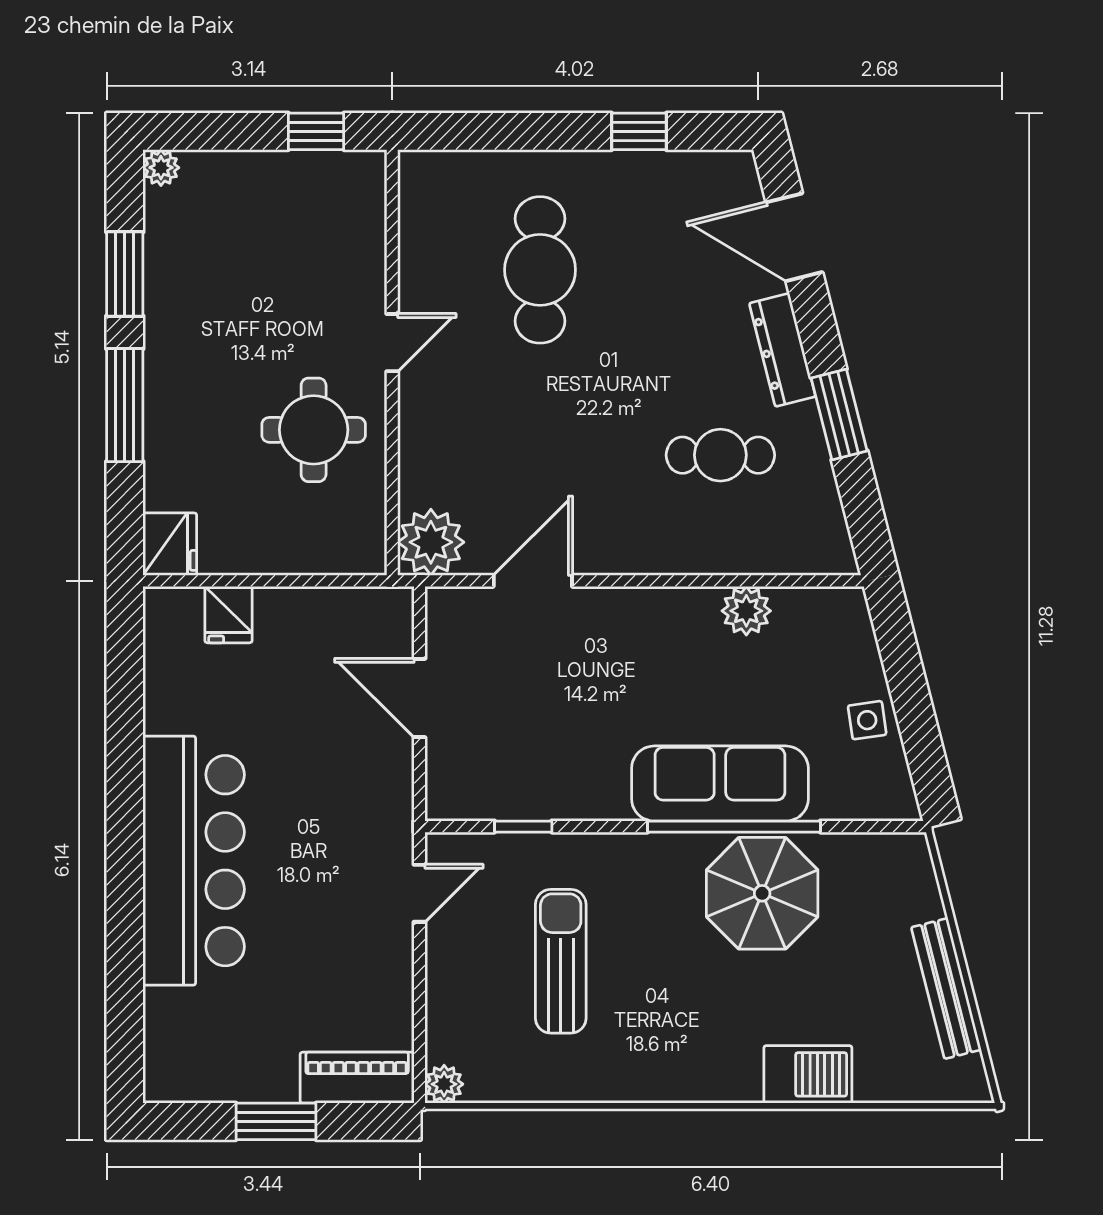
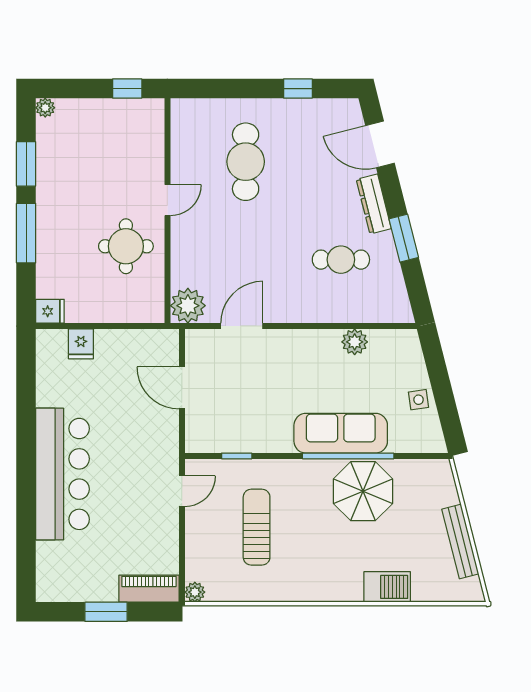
fridge: (170, 544) -> (50, 311), width x0.72

